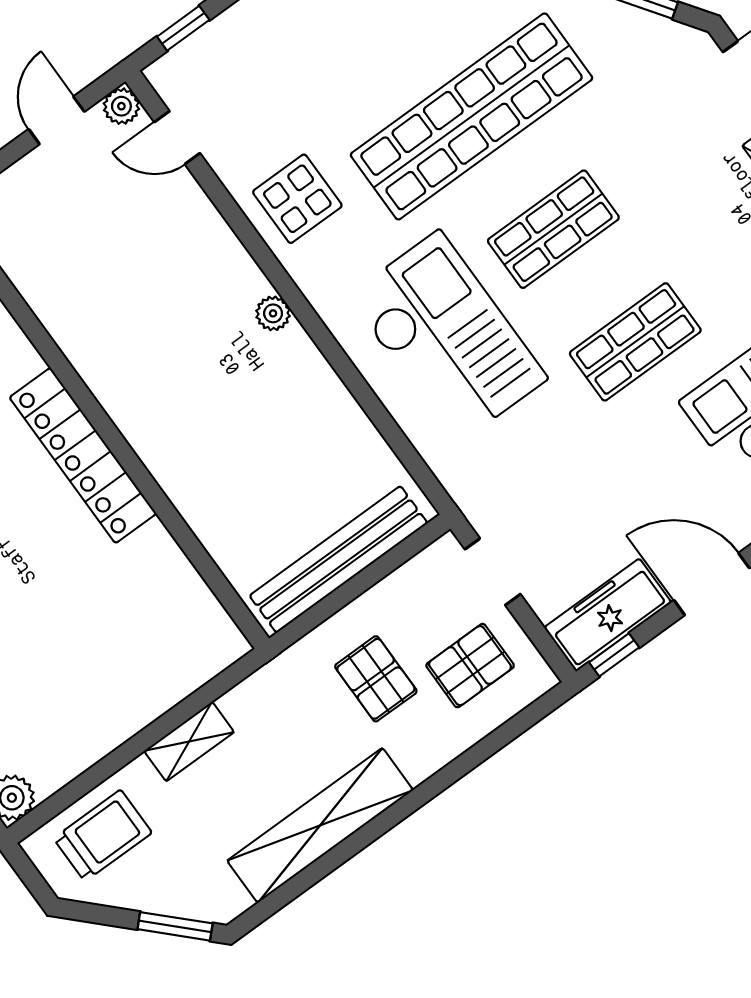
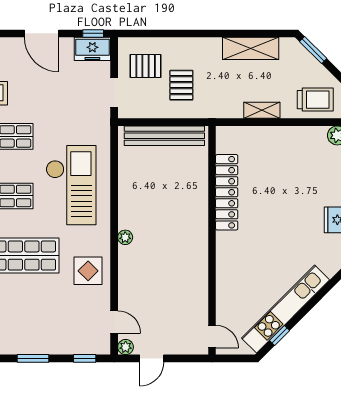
checkout: (447, 337) -> (71, 185), turned 180
locker: (83, 456) -> (227, 192), moved
freezer: (608, 615) -> (92, 49), width x0.71
shelving: (320, 825) -> (251, 48), width x0.68
trolley: (103, 835) -> (315, 100), turned 180

